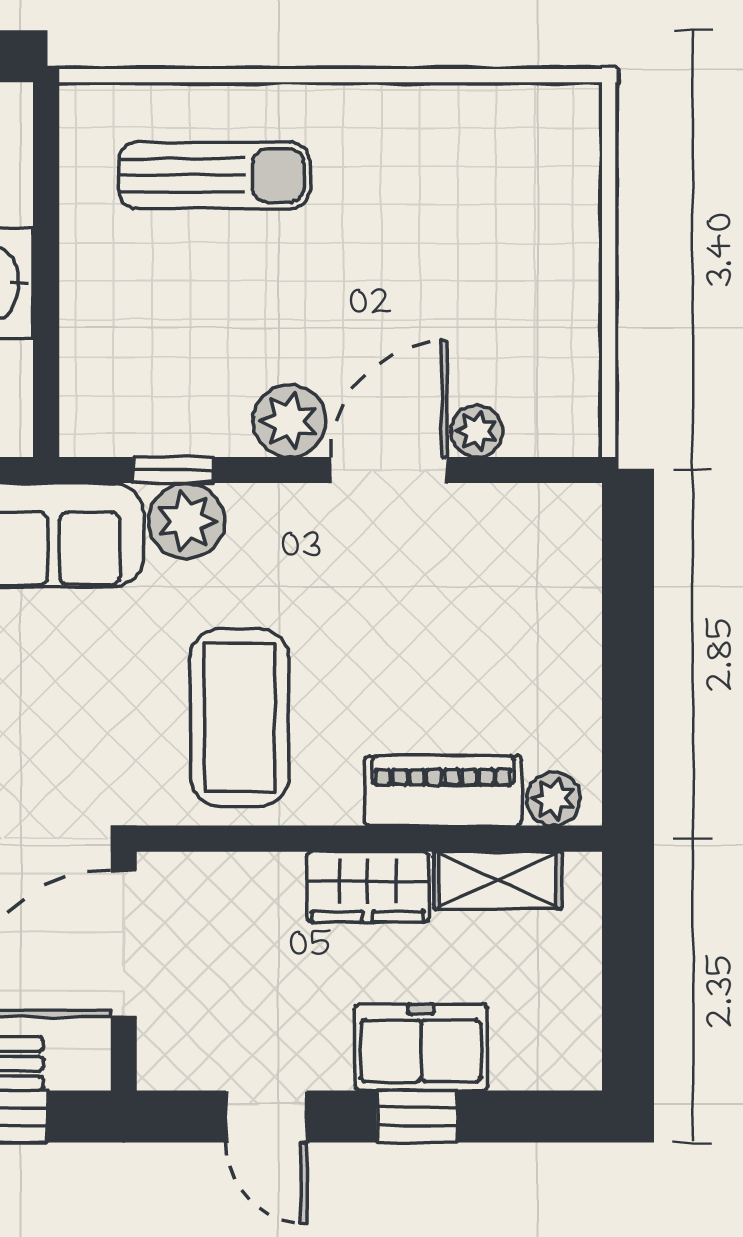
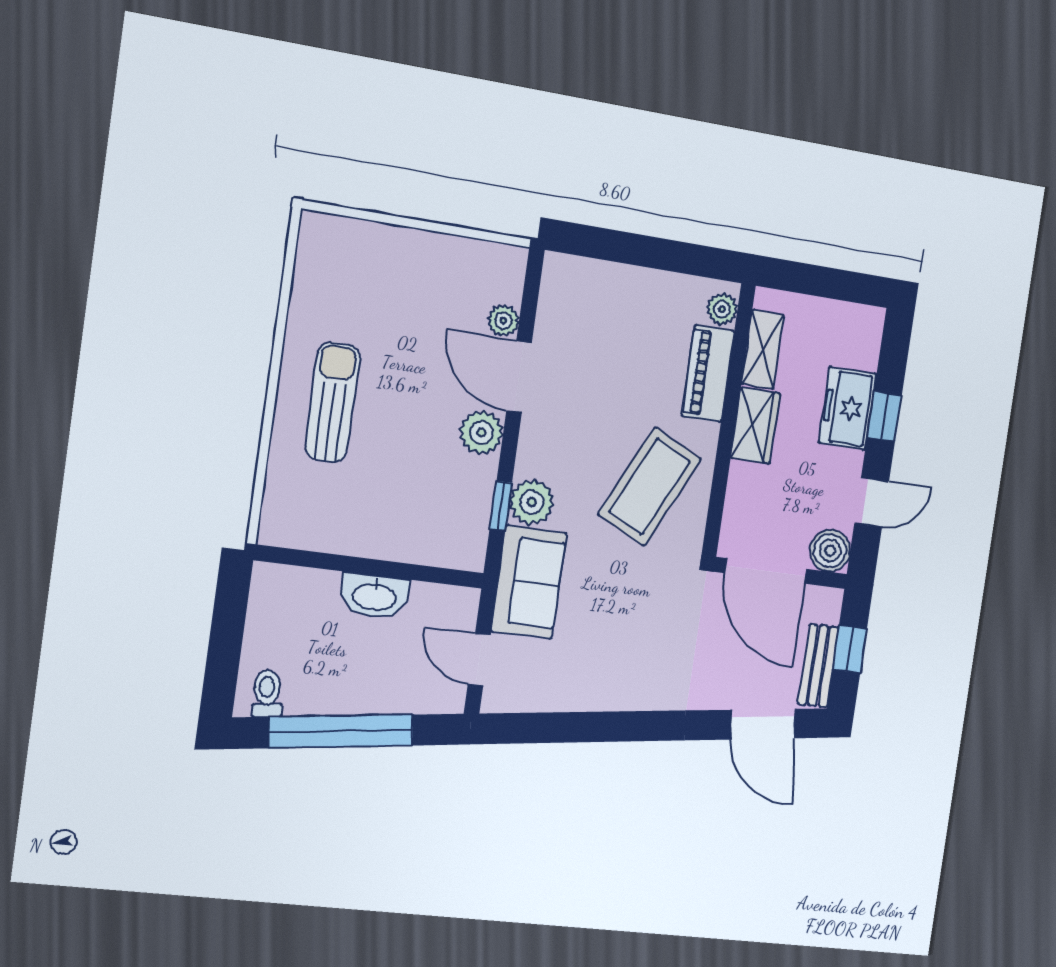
sun lounger: (214, 175) -> (332, 402), moved
coffee table: (240, 718) -> (650, 487), turned -64
boiler: (173, 1054) -> (830, 551), added

